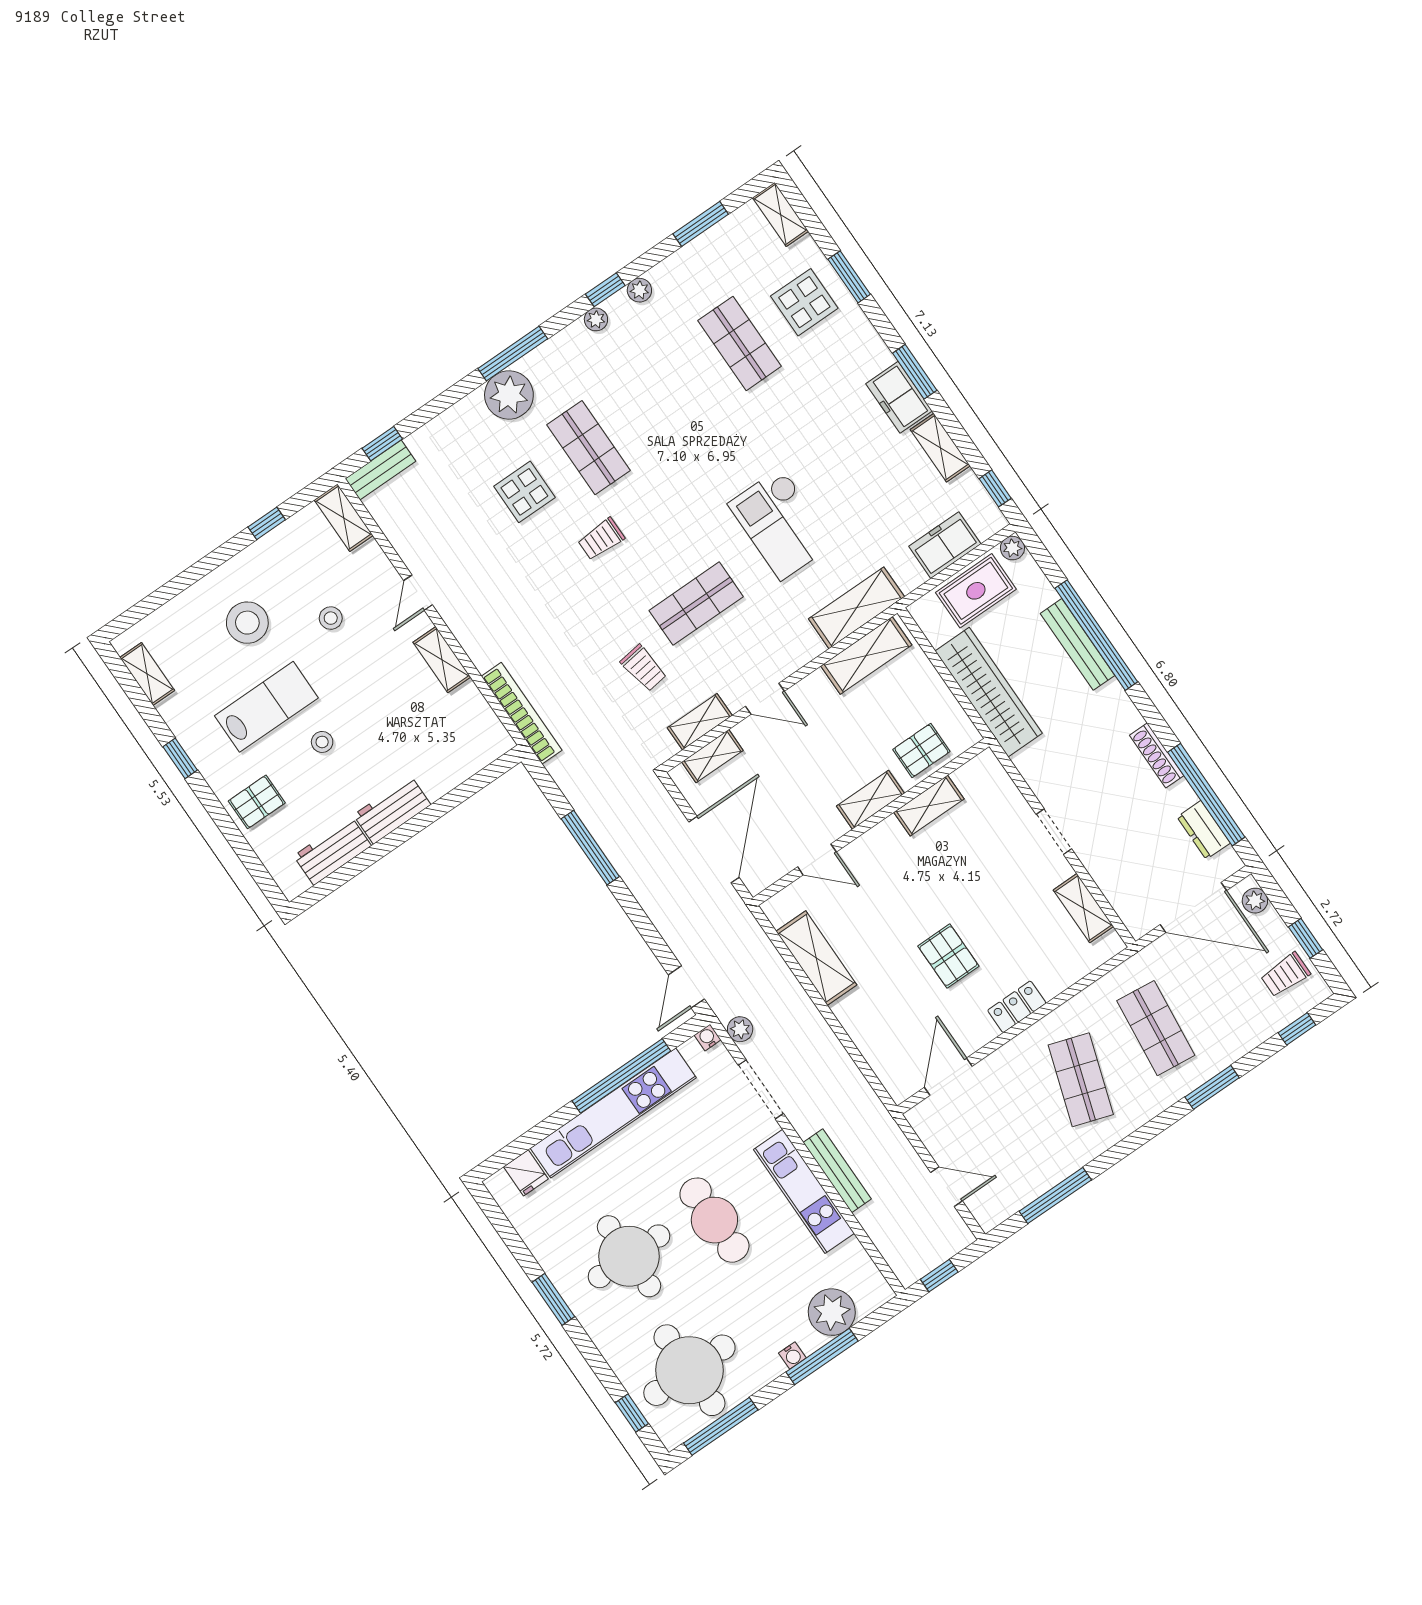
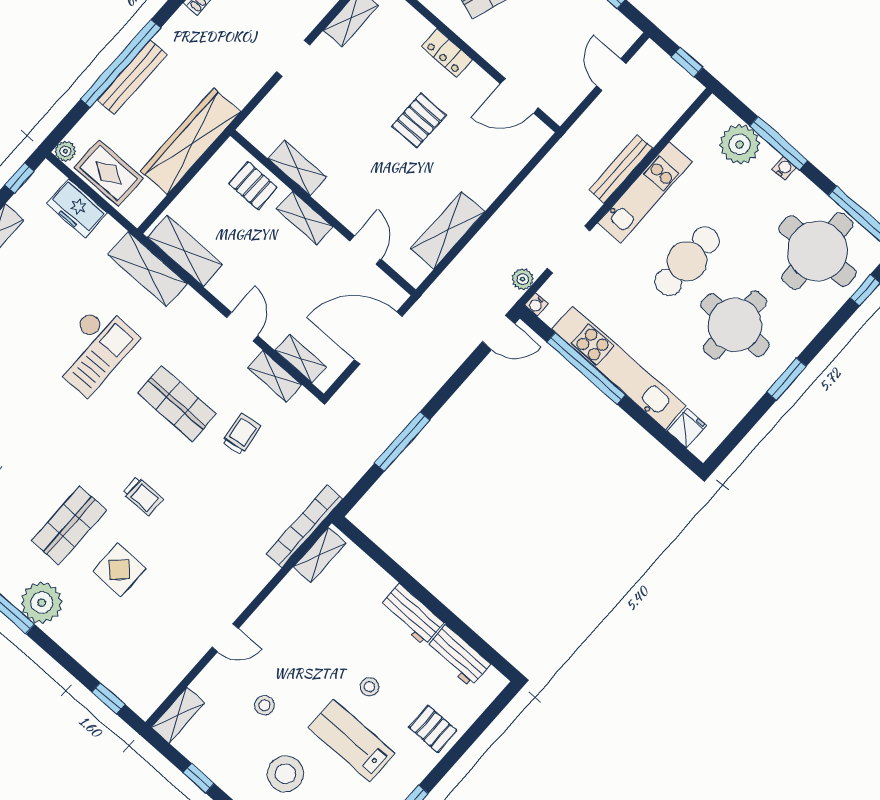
bench: (380, 470) -> (131, 694), removed
shelving: (442, 660) -> (320, 555), moved

